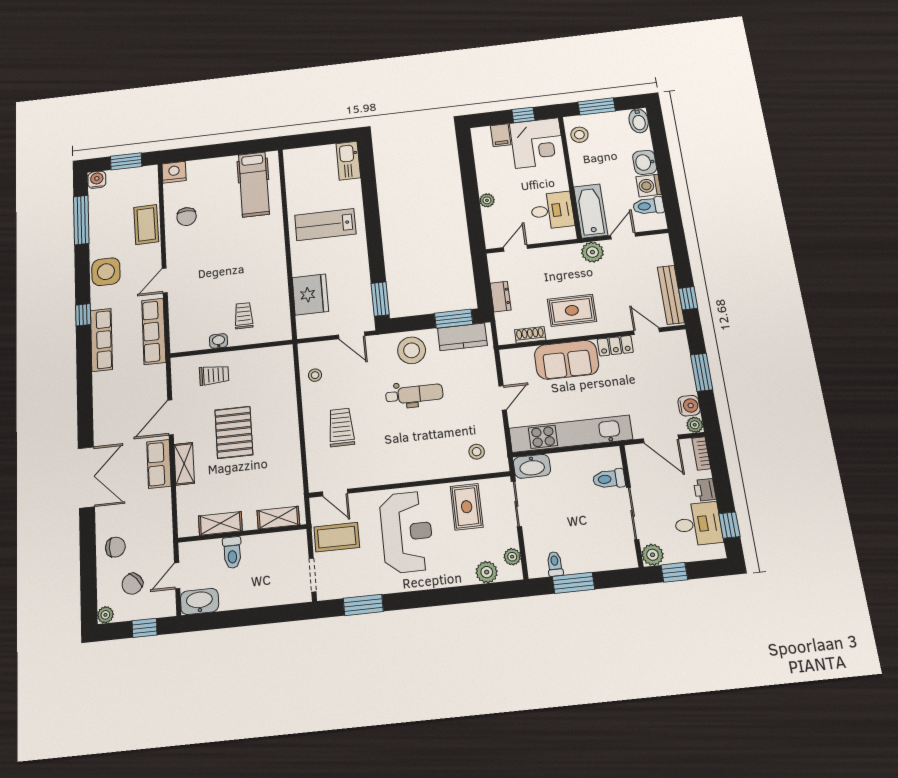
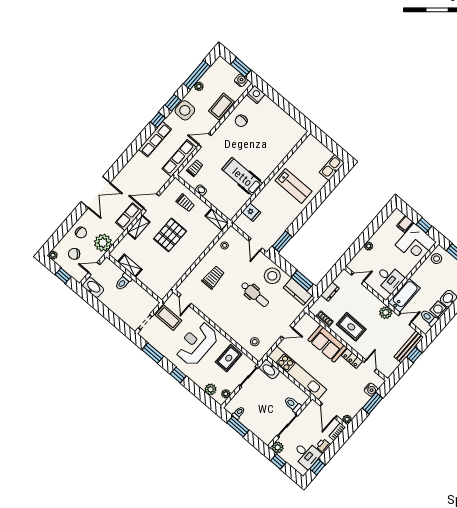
water cooler: (97, 180) -> (241, 80), moved
hospital bed: (254, 184) -> (242, 177), moved, turned 90
lab bench: (325, 225) -> (293, 186), turned 180
plant: (96, 229) -> (199, 86), added
window: (82, 278) -> (173, 103), added
fridge: (310, 294) -> (251, 212), width x0.53, depth x0.75
bench: (671, 295) -> (409, 347), moved
window: (688, 298) -> (414, 355), moved
trolley: (244, 316) -> (195, 168), moved
water cooler: (689, 406) -> (371, 390), moved
shelving: (278, 518) -> (217, 220), moved
plant: (157, 530) -> (103, 243), added
reception desk: (407, 532) -> (196, 344), turned 180
window: (426, 598) -> (178, 375), added

